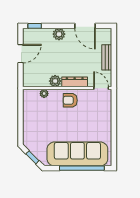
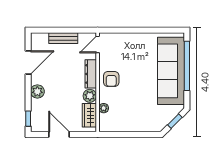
wardrobe: (38, 81) -> (89, 115), added

